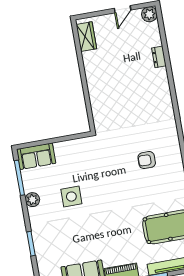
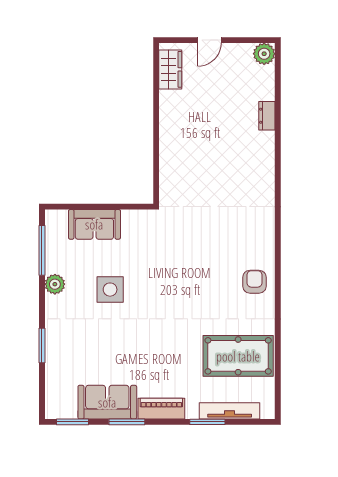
door: (123, 9) -> (209, 40), moved
sofa: (36, 156) -> (94, 224), moved
armchair: (147, 160) -> (254, 282), moved, turned 90

